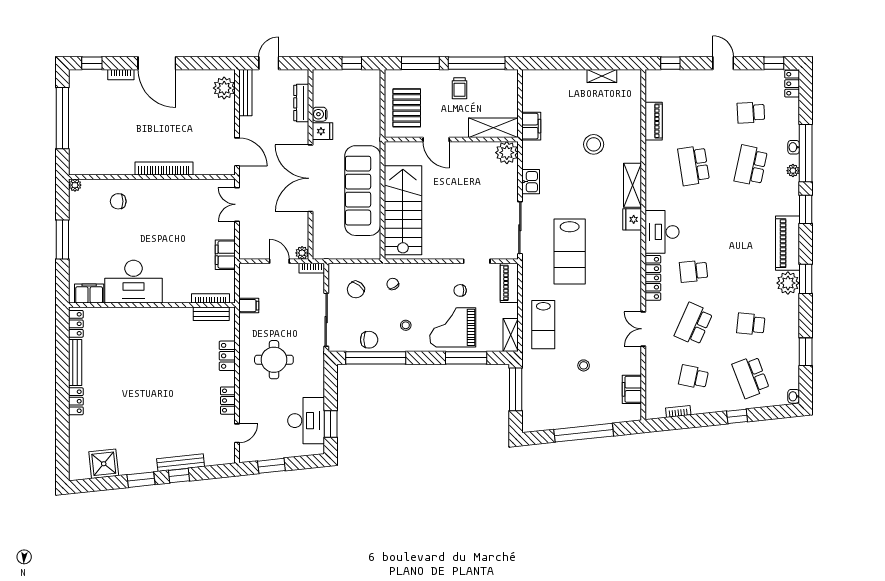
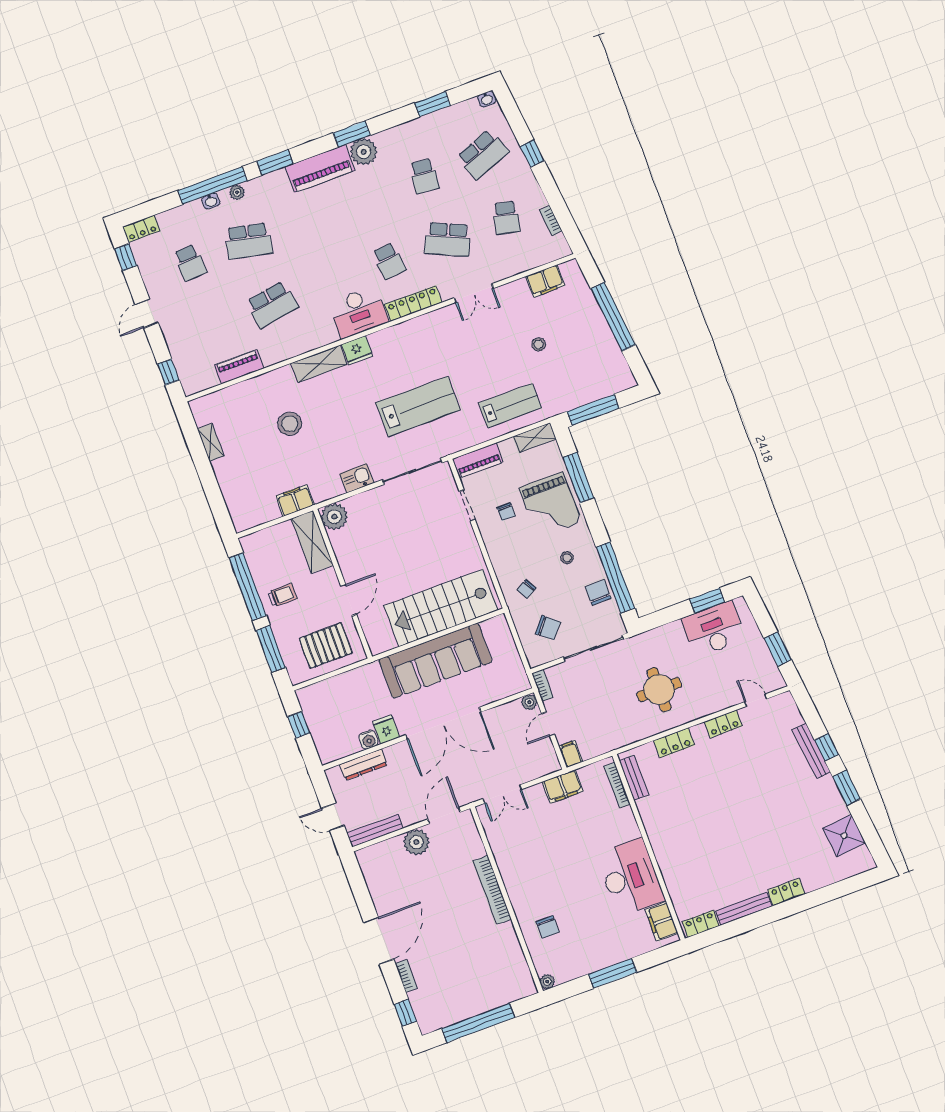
plant: (224, 88) -> (416, 842), moved
filing cabinet: (249, 306) -> (571, 754), moved

